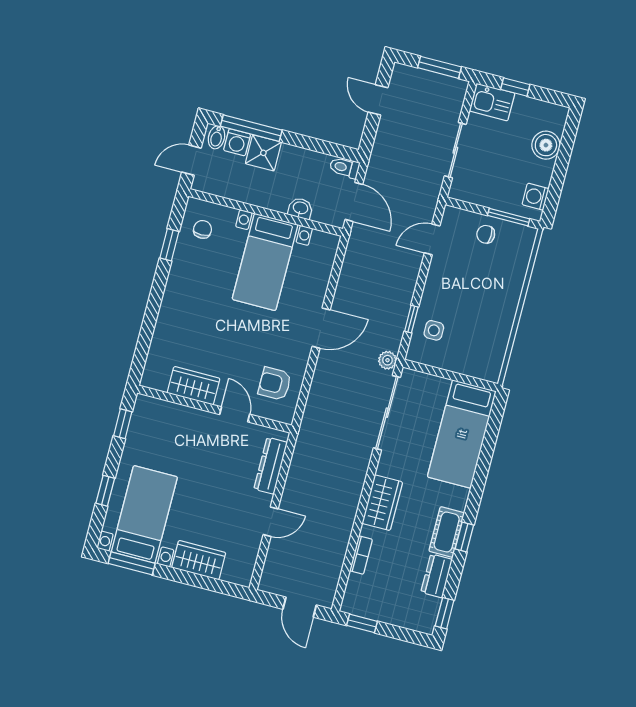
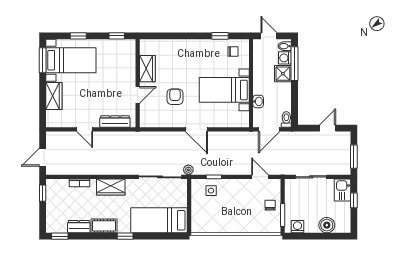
armchair: (275, 384) -> (175, 97), moved
window: (464, 537) -> (125, 236), moved

